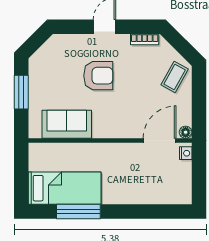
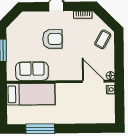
door: (160, 141) -> (93, 81), hinge flipped
bed: (65, 188) -> (31, 94), moved

